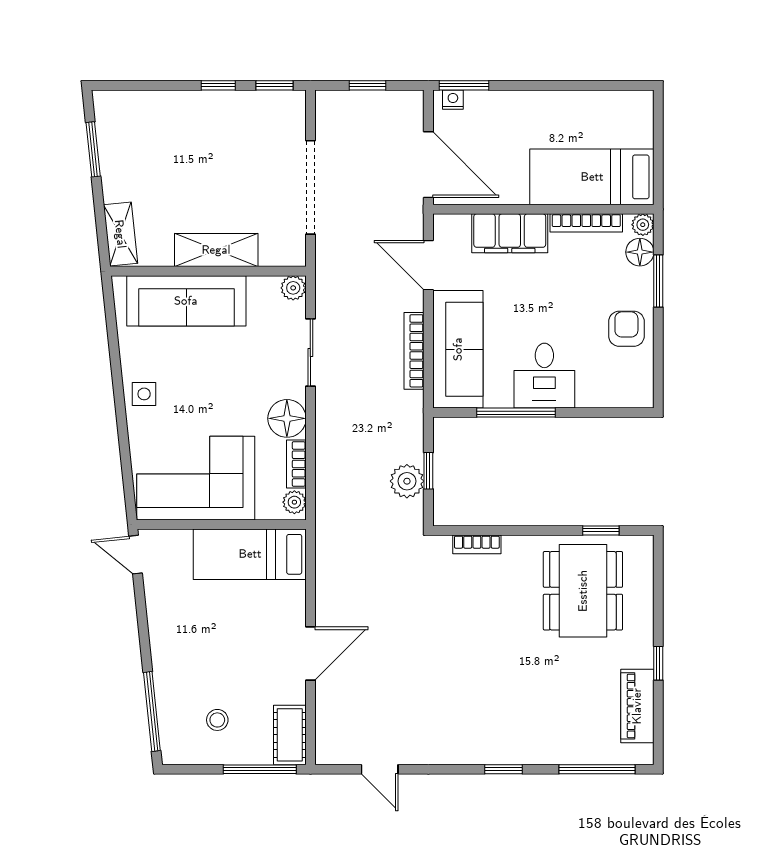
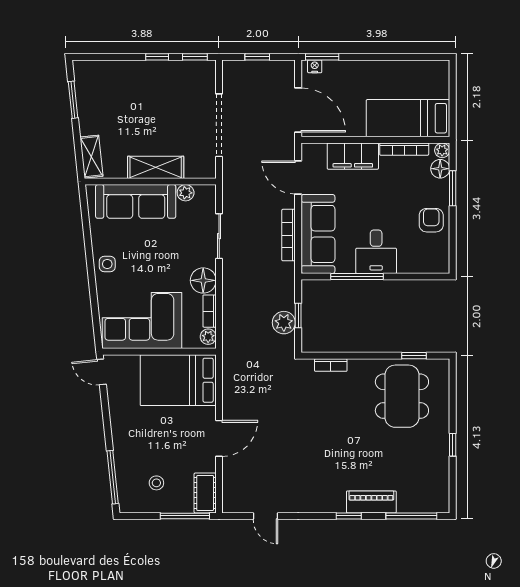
plant: (293, 288) -> (186, 193), moved
bed: (250, 554) -> (178, 380), width x1.50
piano: (637, 706) -> (371, 502), moved, turned 90

